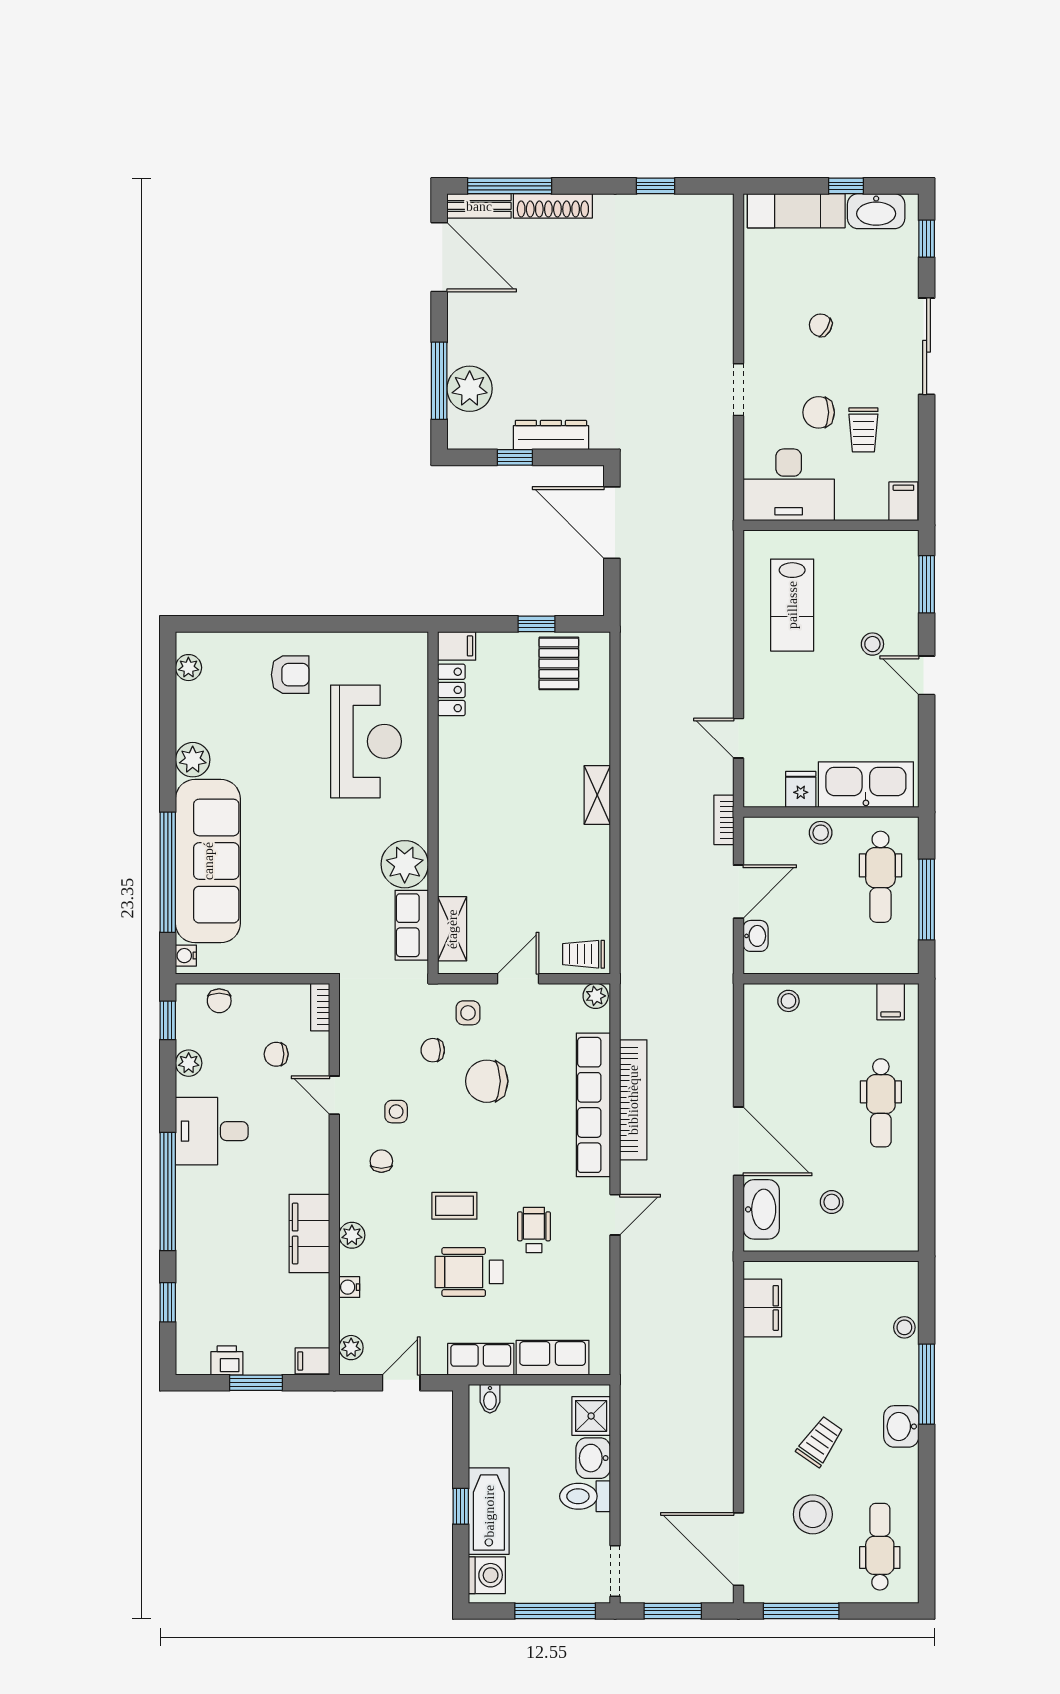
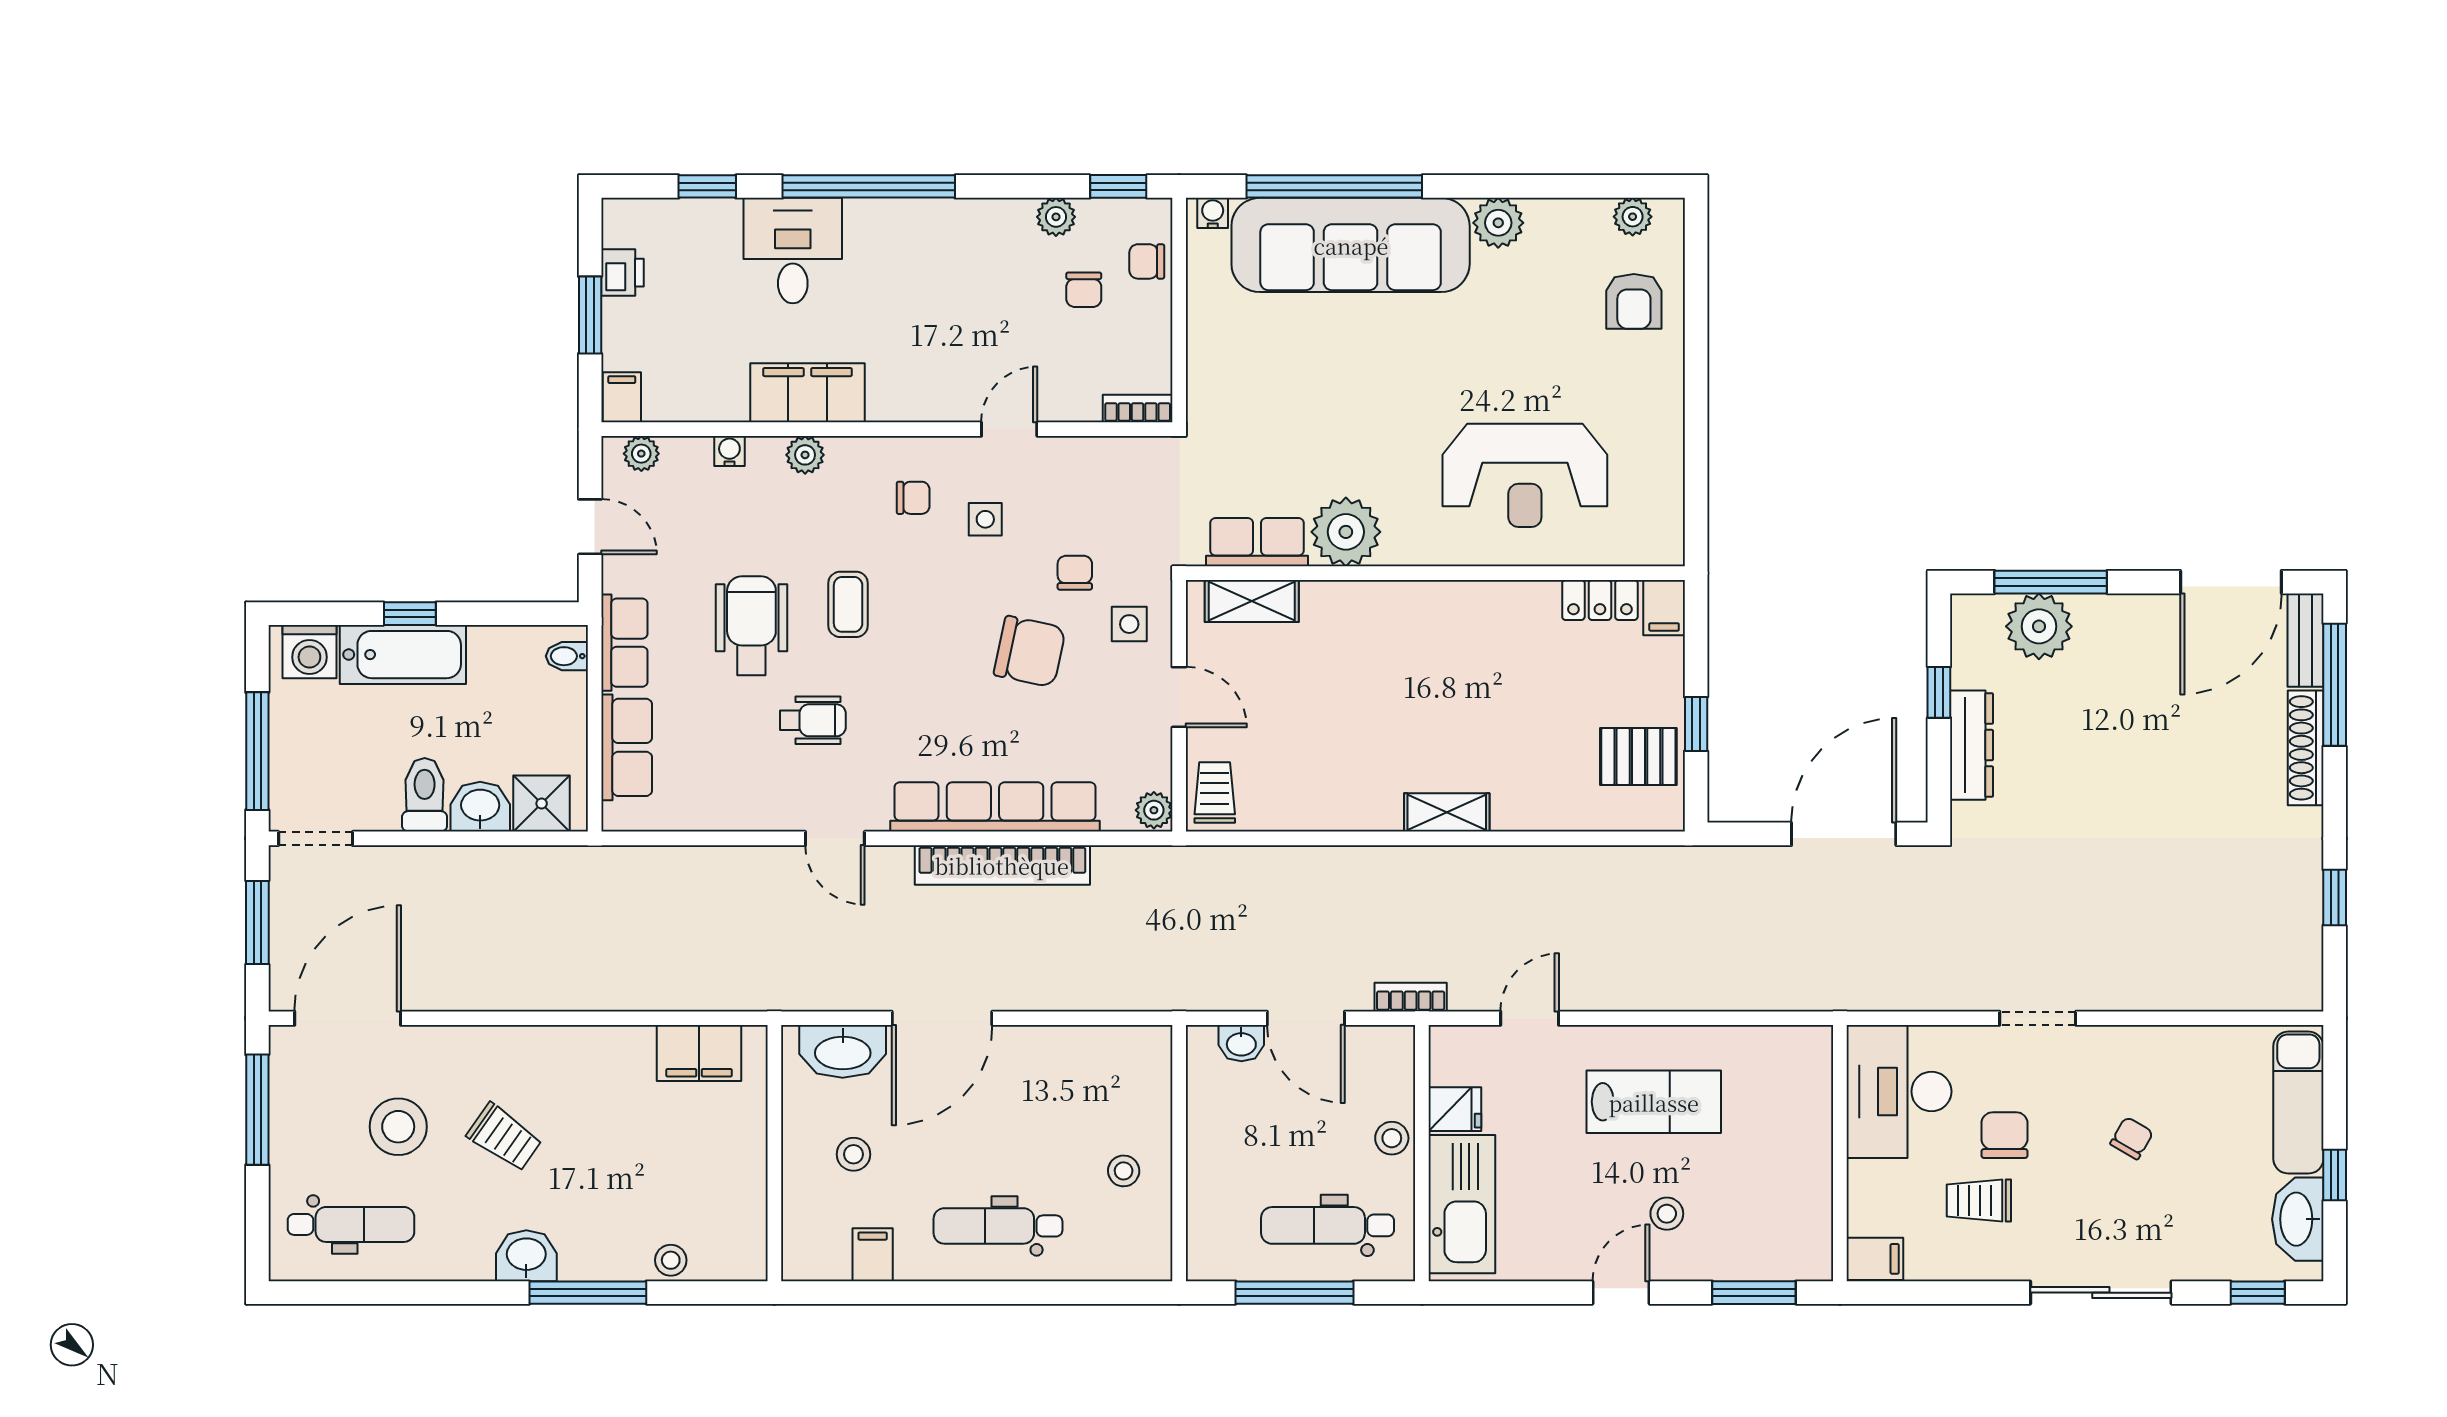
lab bench: (792, 605) -> (1654, 1102), moved, turned 180
armchair: (290, 675) -> (1634, 301), moved
stool: (788, 1001) -> (1124, 1171), moved
filing cabinet: (891, 1002) -> (873, 1255), moved, turned 90
chair: (276, 1054) -> (1084, 290), moved, turned 180
chair: (487, 1081) -> (1030, 651), turned 102
desk: (212, 1131) -> (793, 251), moved

